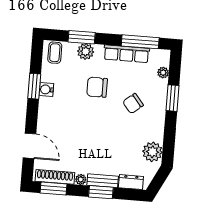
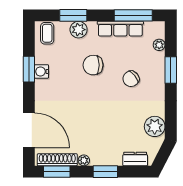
door: (30, 146) -> (29, 130), width x1.36
bench: (103, 181) -> (106, 160), removed

